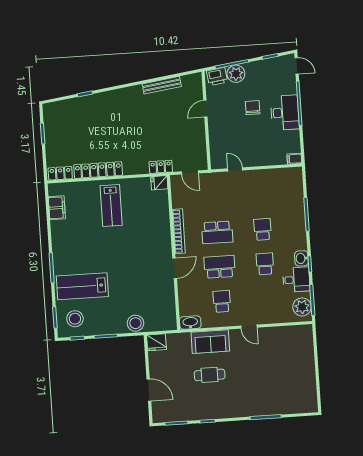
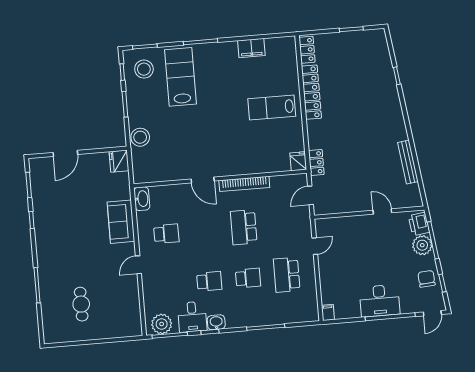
chair: (253, 108) -> (426, 279), moved, turned -94
filing cabinet: (57, 208) -> (251, 48), moved
school desk: (220, 267) -> (287, 275), moved, turned 180
cafe table: (210, 375) -> (81, 304), moved

